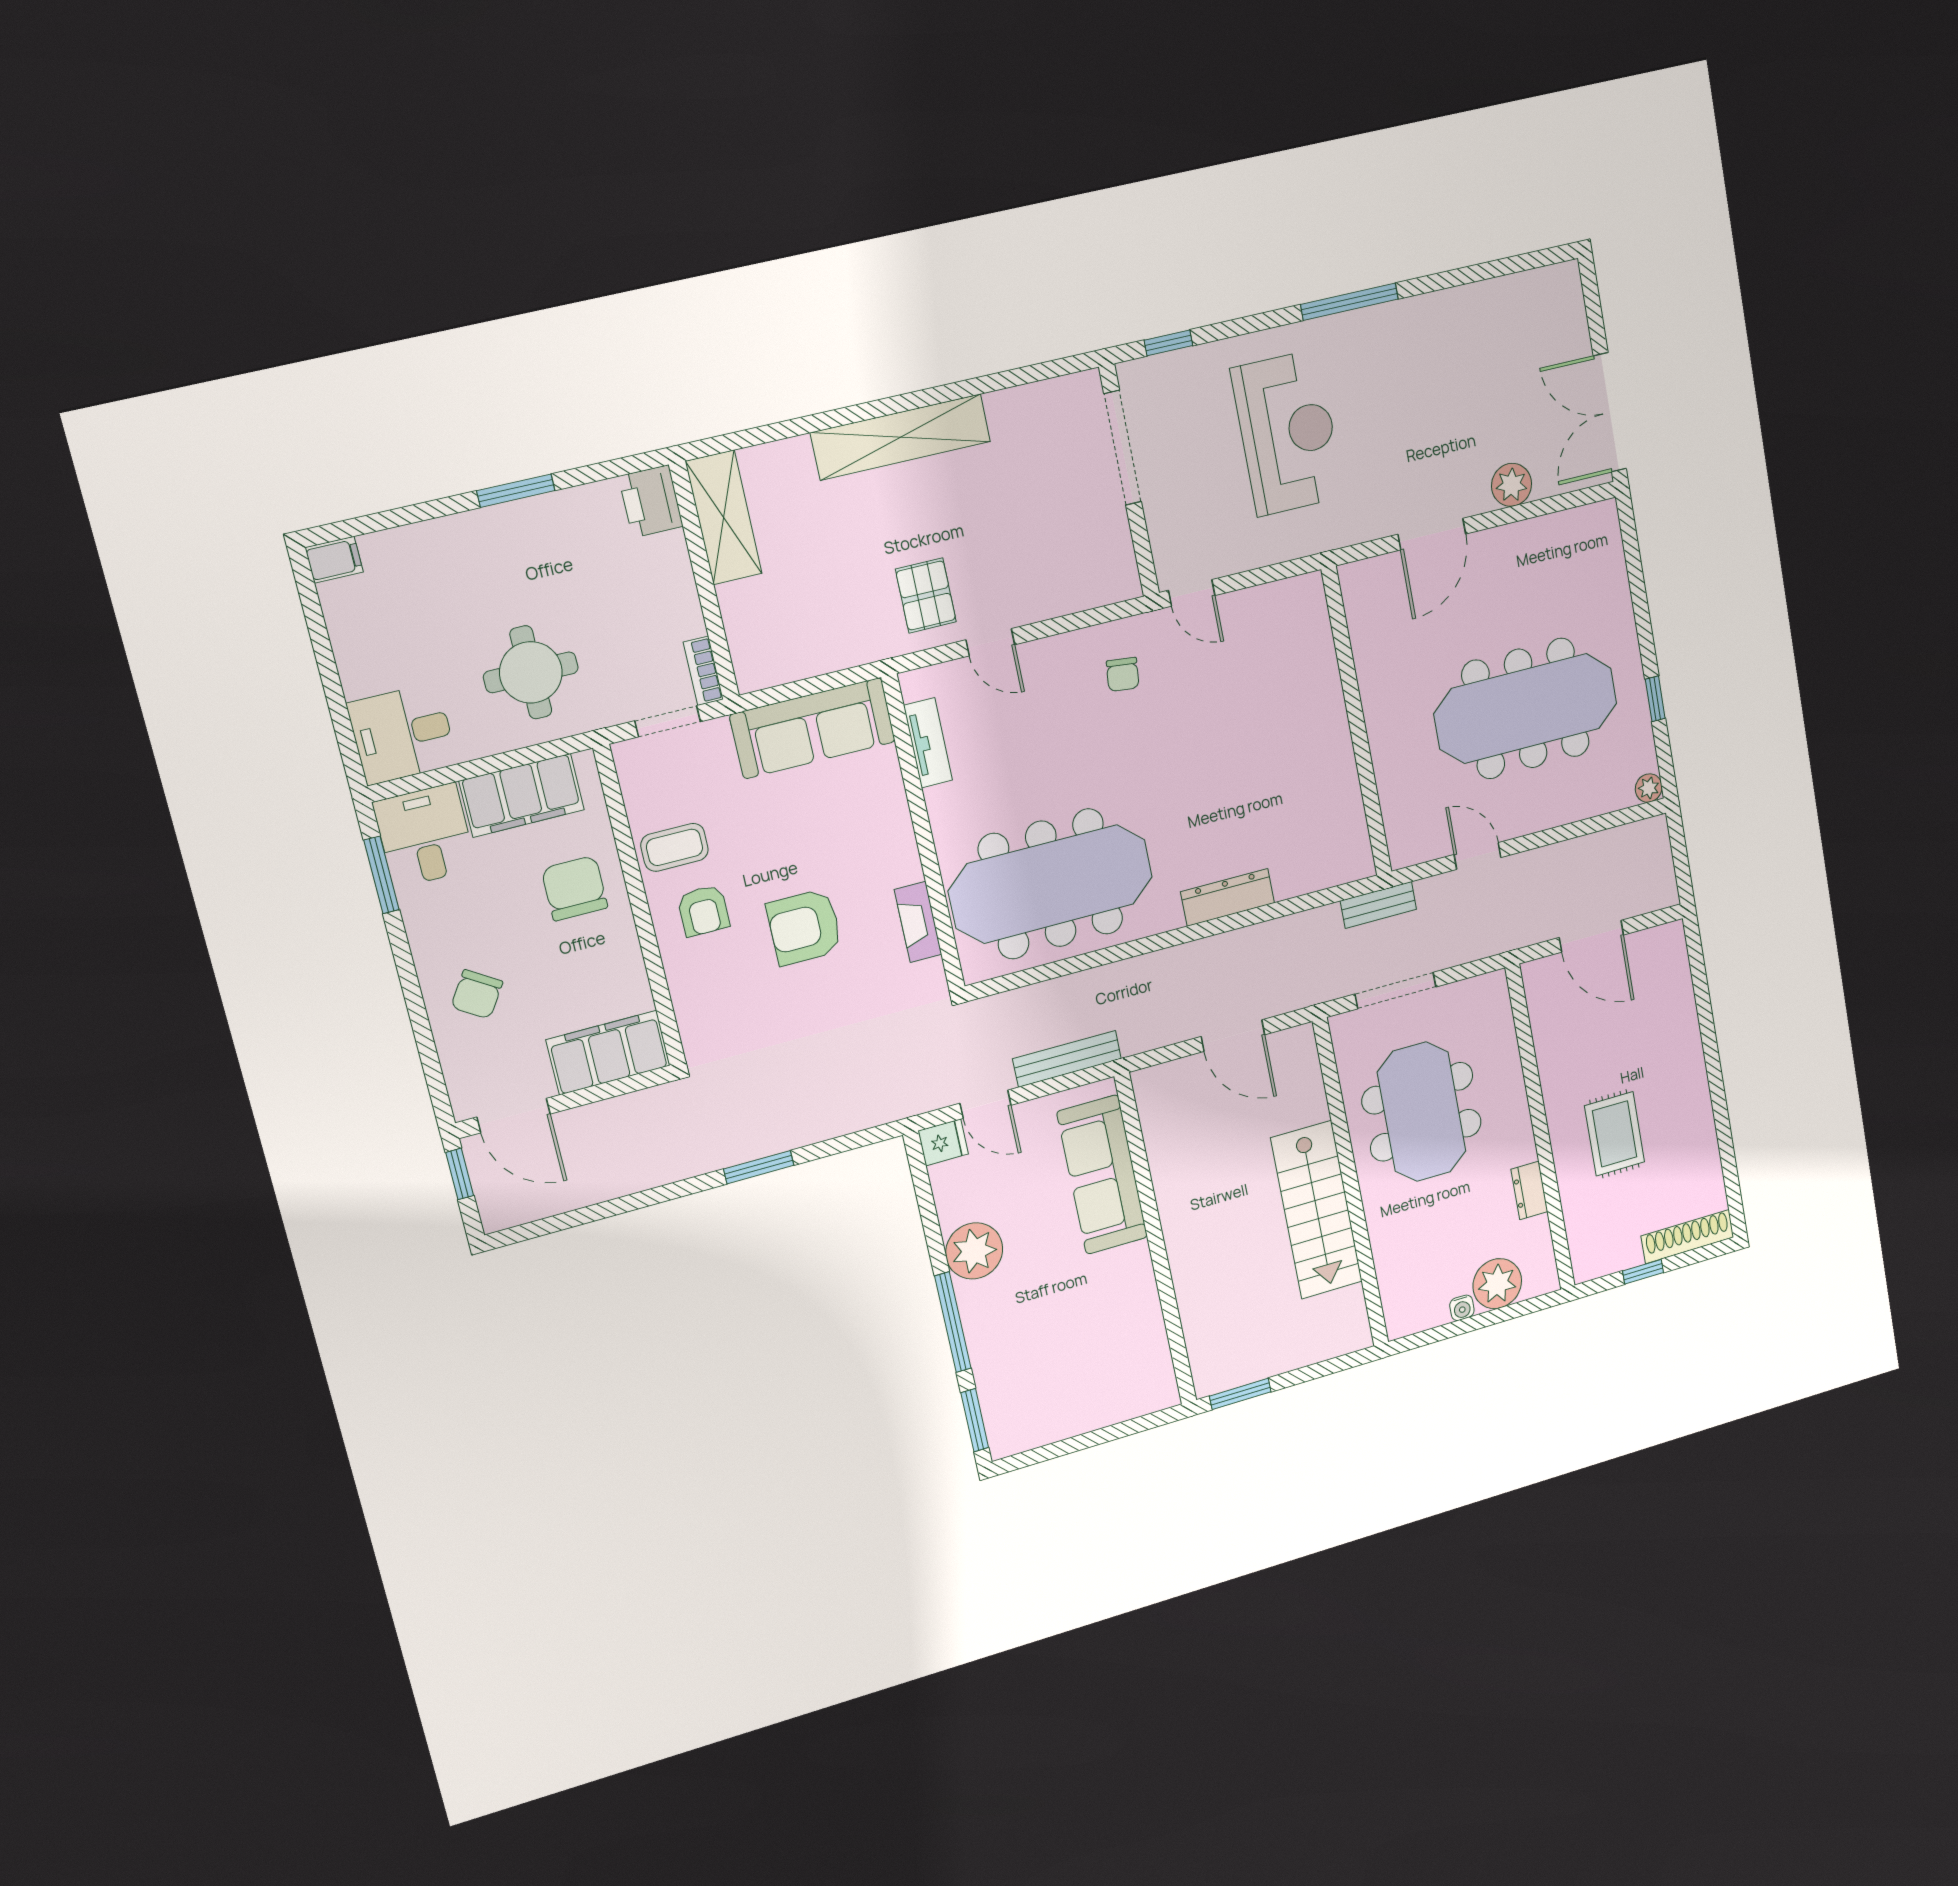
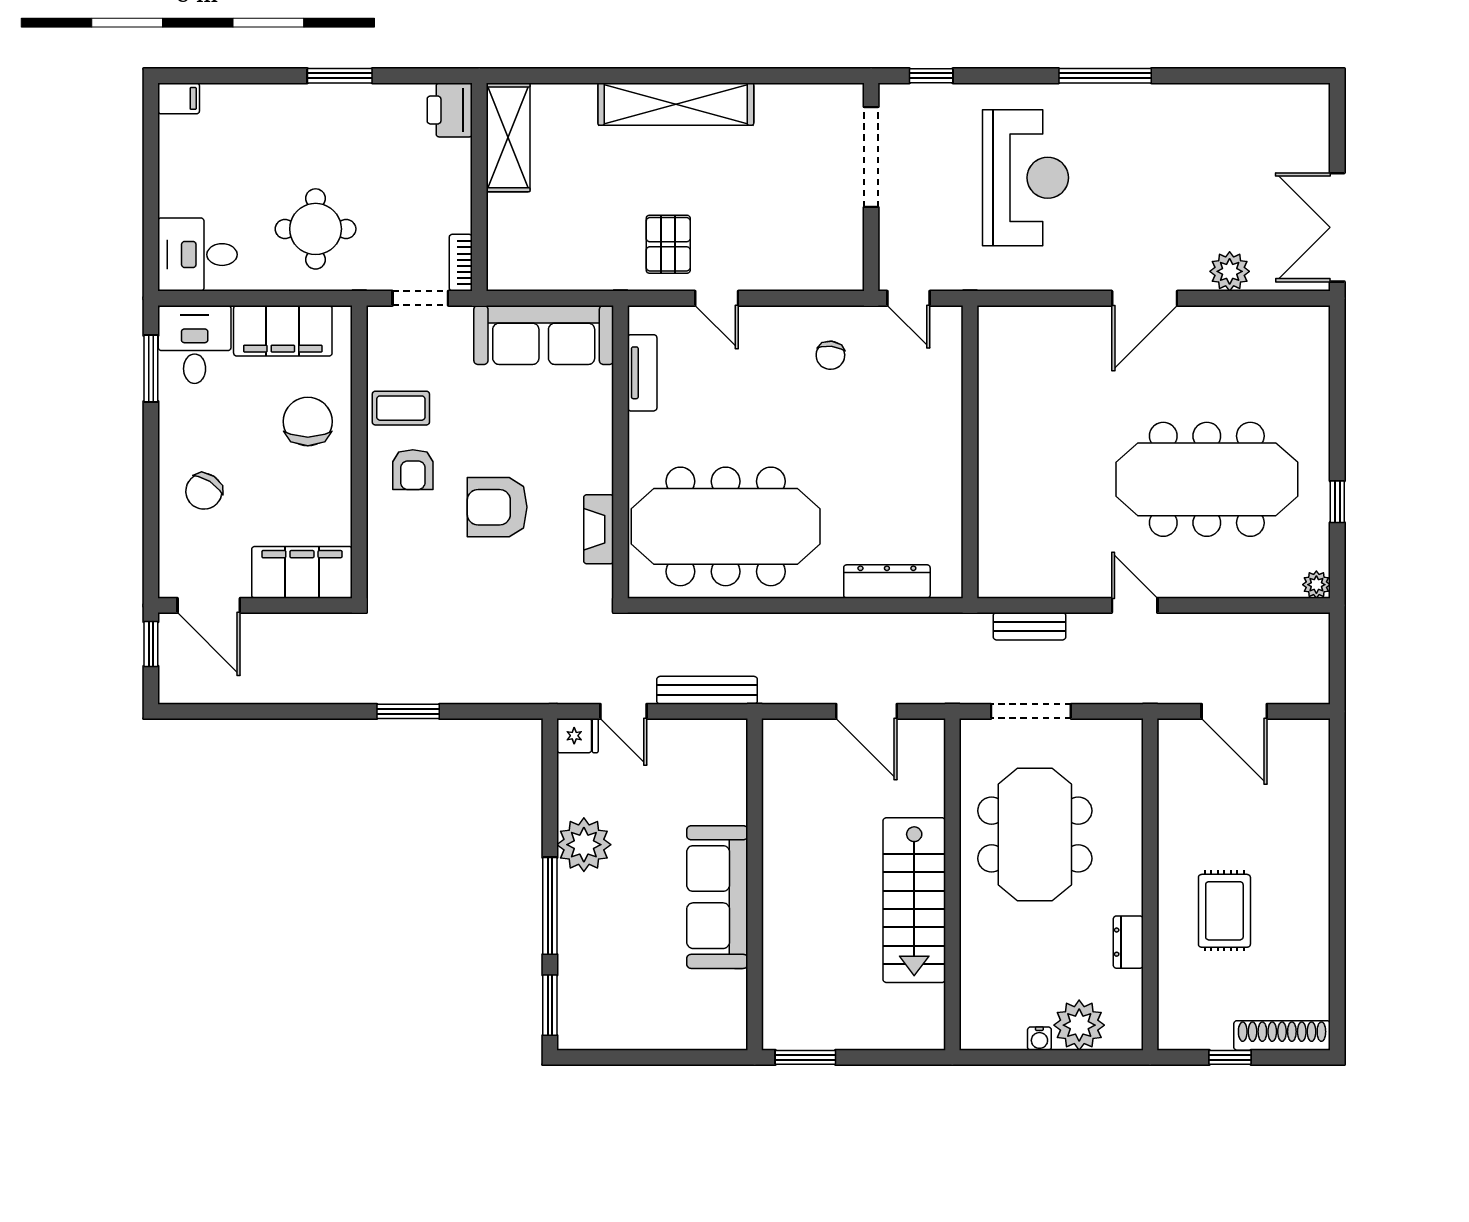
wall: (1357, 722) -> (970, 452), moved
sofa: (1102, 1175) -> (717, 897), moved

